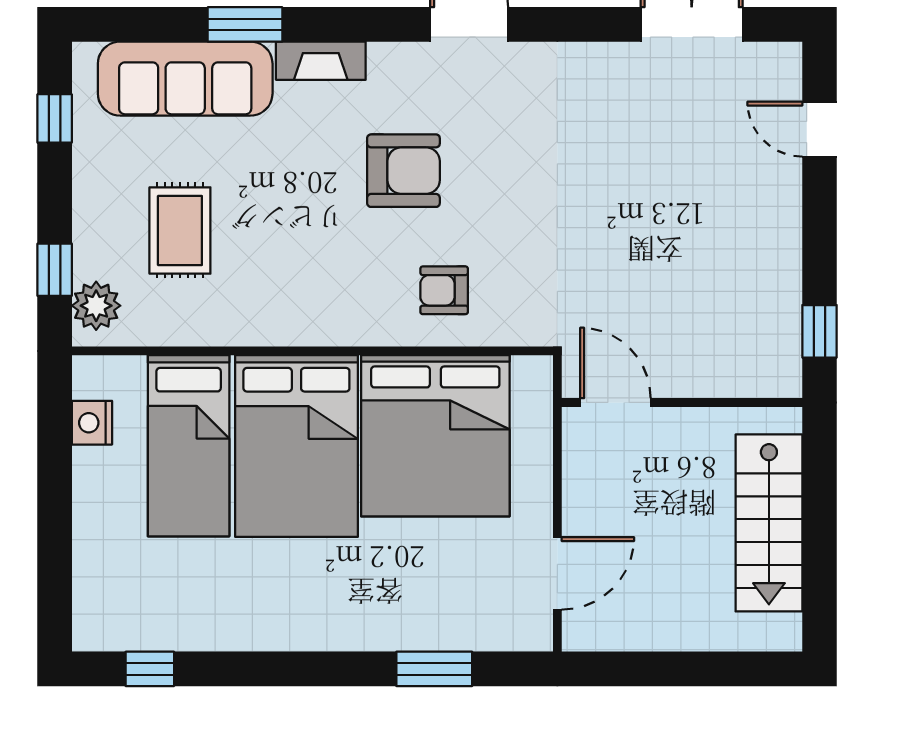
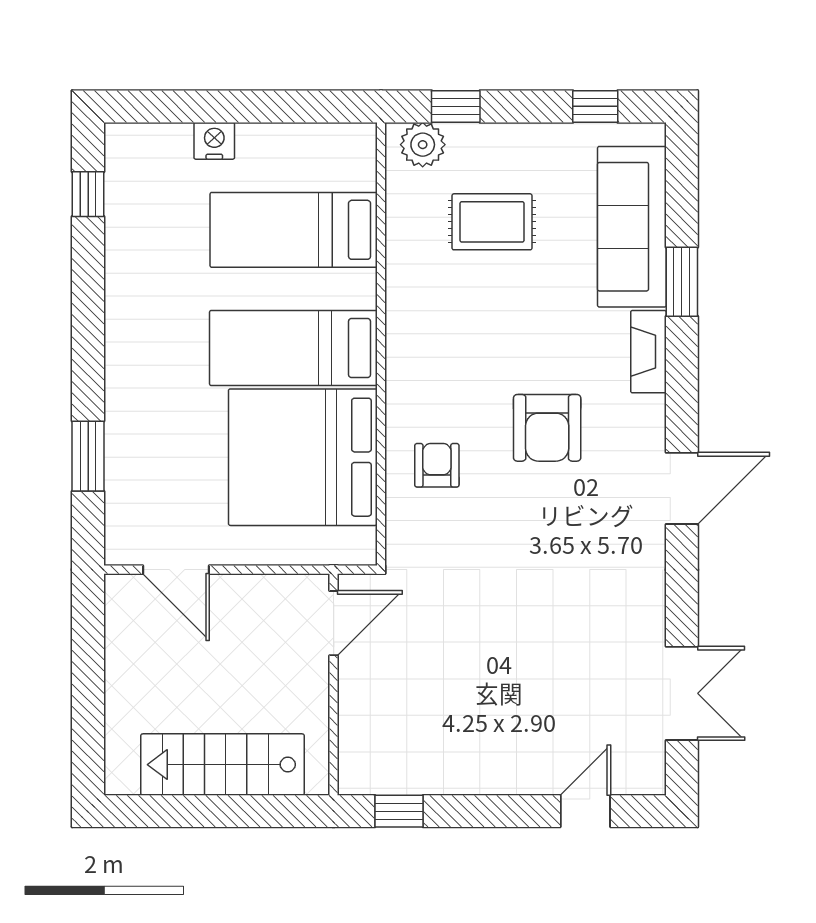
nightstand: (92, 423) -> (214, 141), moved
bed: (296, 446) -> (293, 348), width x0.67

